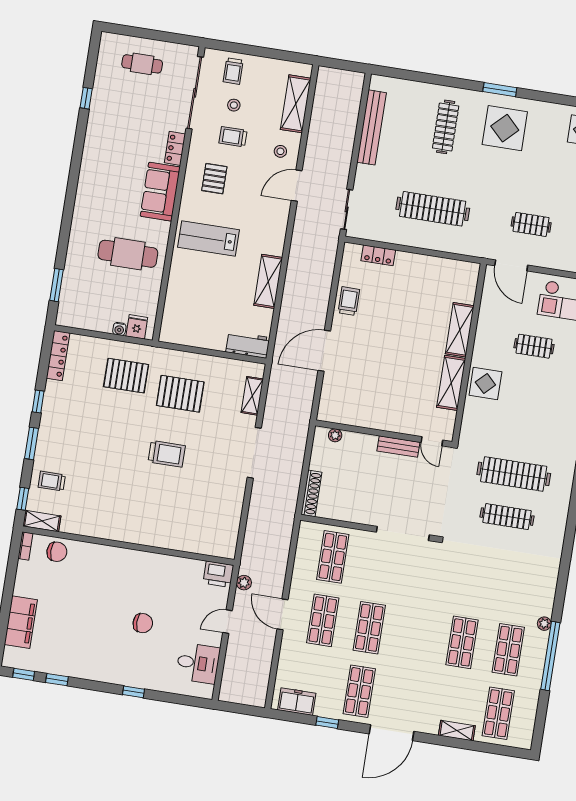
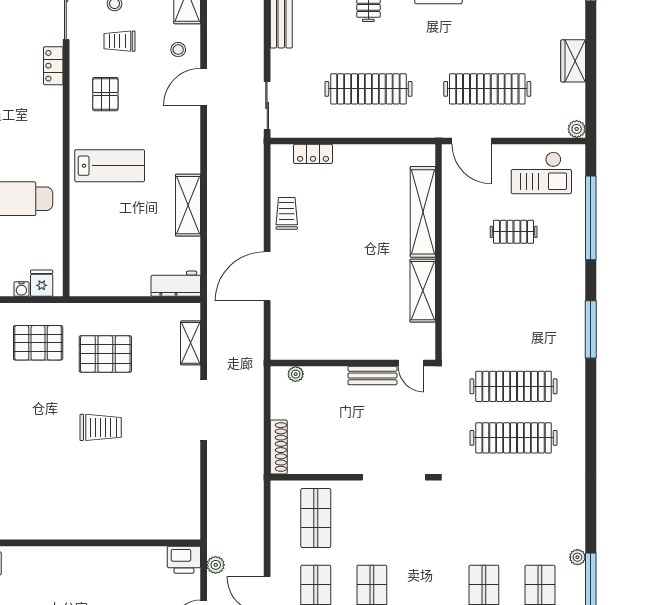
sofa: (160, 192) -> (44, 120), removed
clothes rail: (531, 224) -> (487, 89), width x1.86, depth x1.31
lab bench: (208, 239) -> (110, 166), turned 180
shelving: (460, 330) -> (423, 212), width x1.47
display table: (485, 383) -> (463, 285), removed
clothes rail: (507, 517) -> (514, 438), width x1.37, depth x1.31

